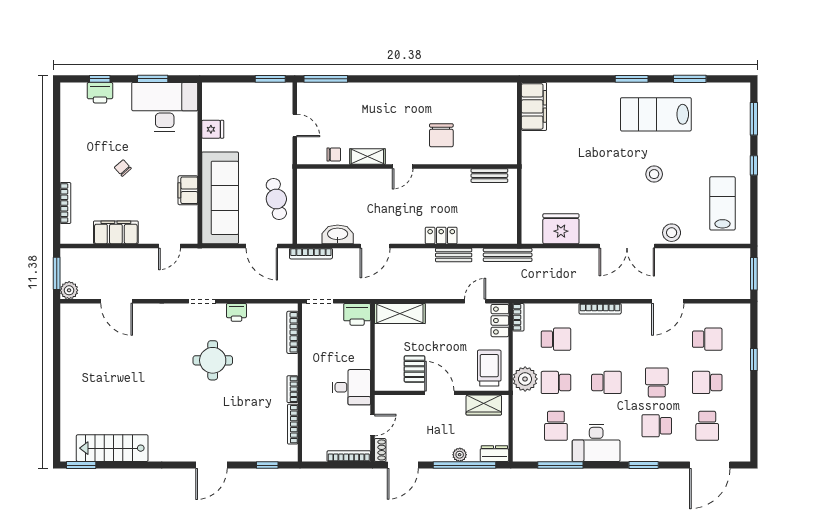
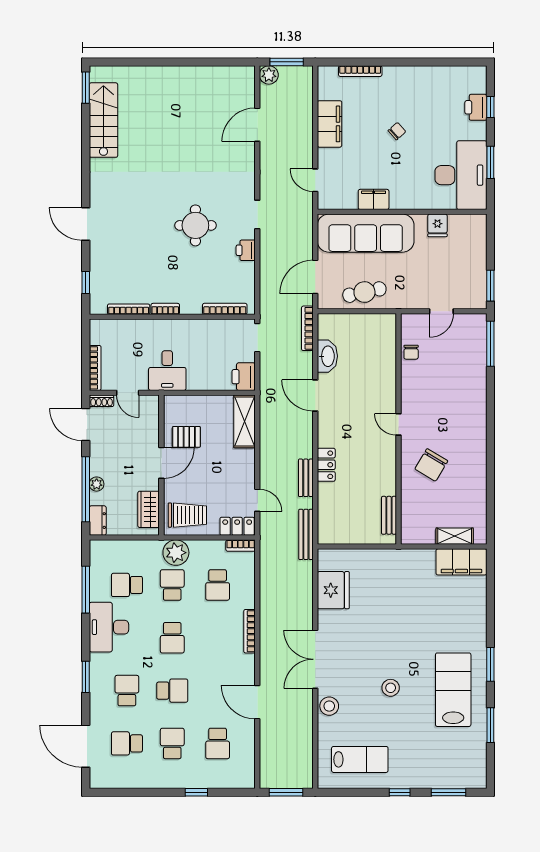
chair: (441, 135) -> (431, 465), turned -59
shelving: (367, 157) -> (455, 536), moved, turned 90

